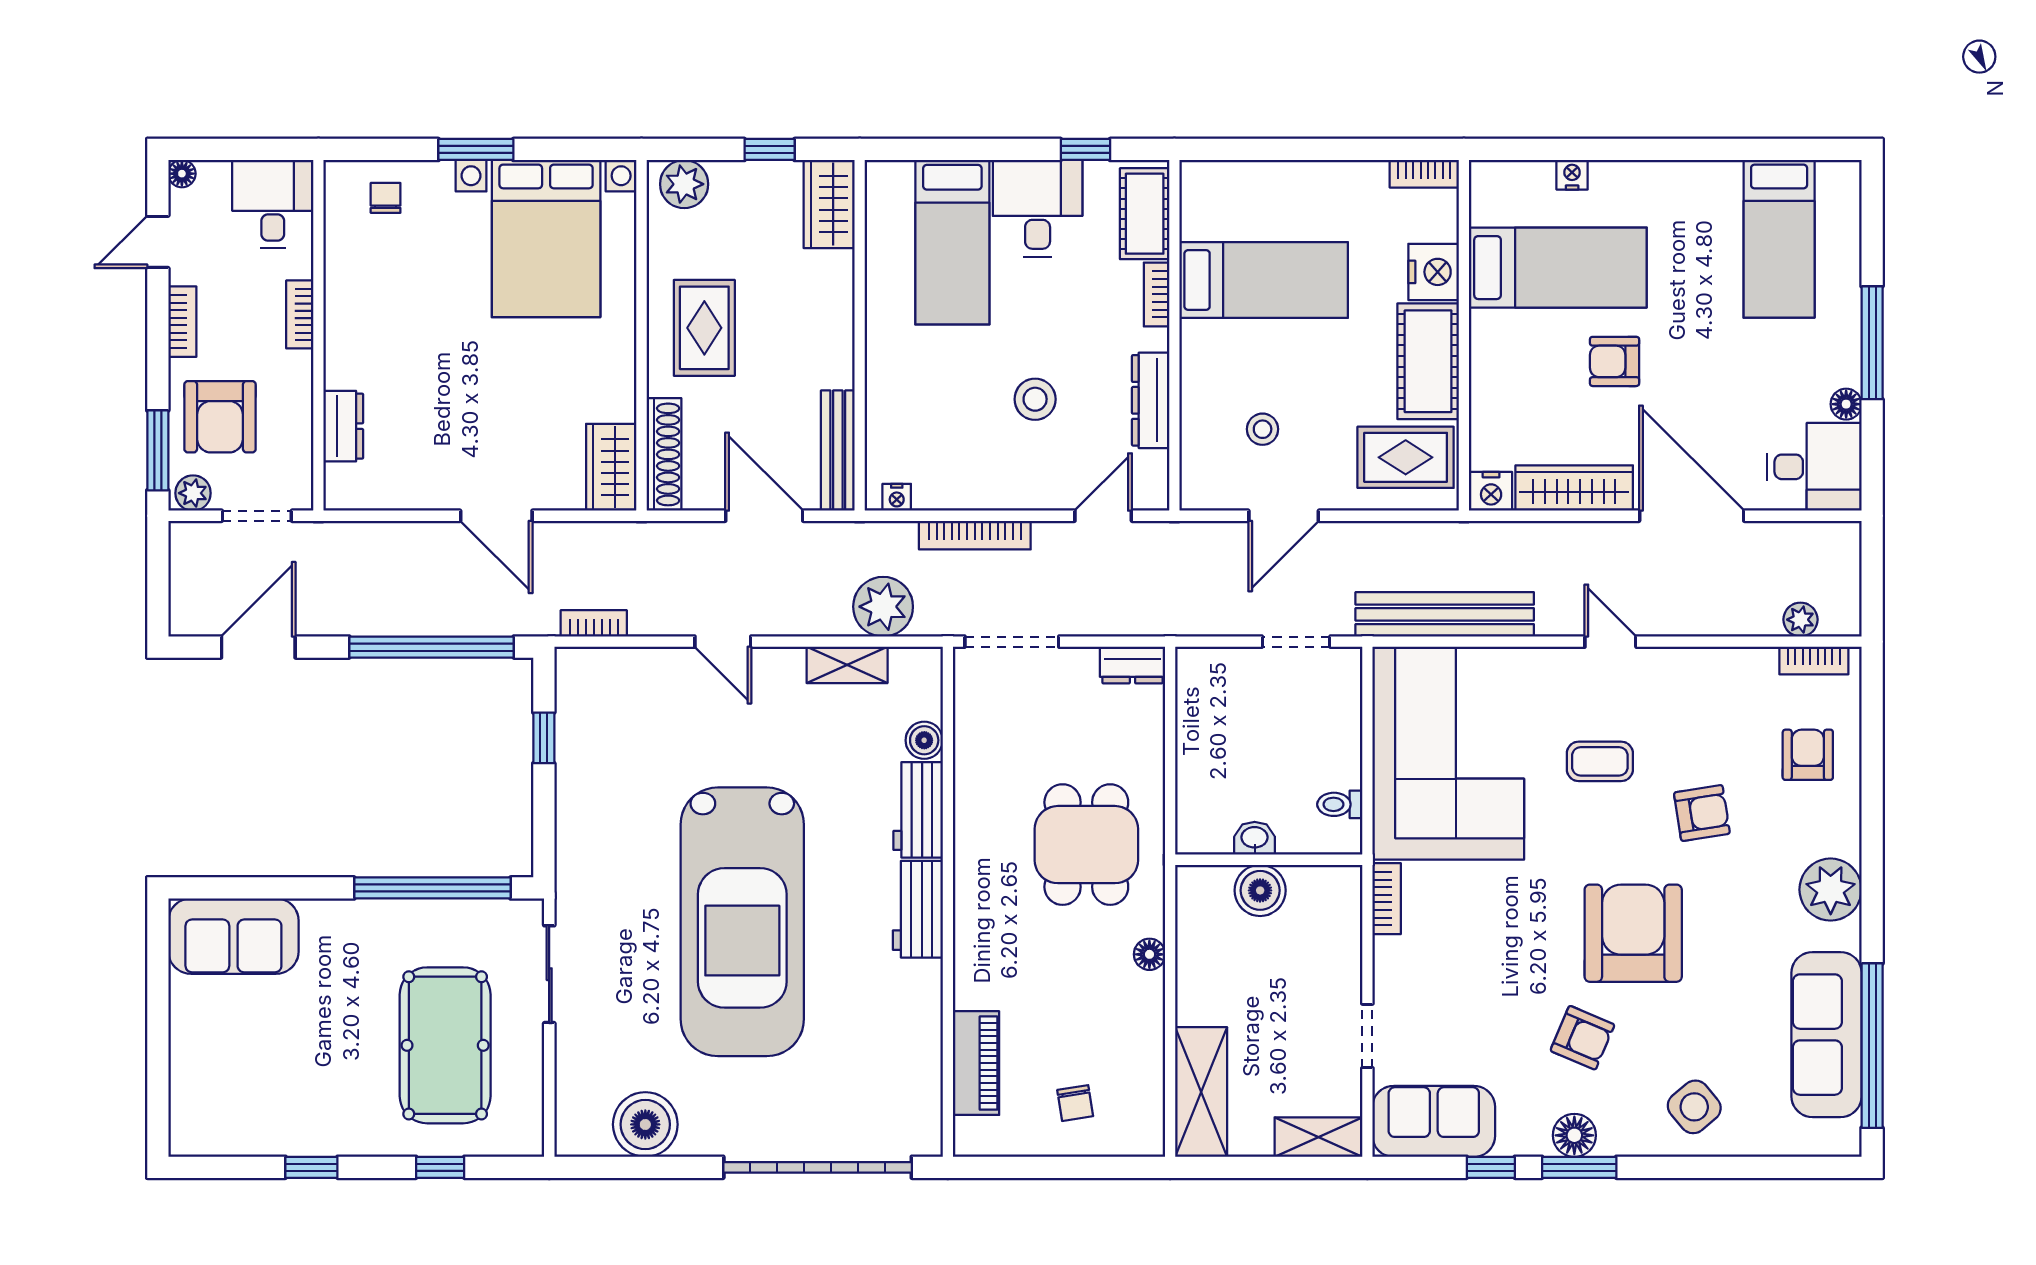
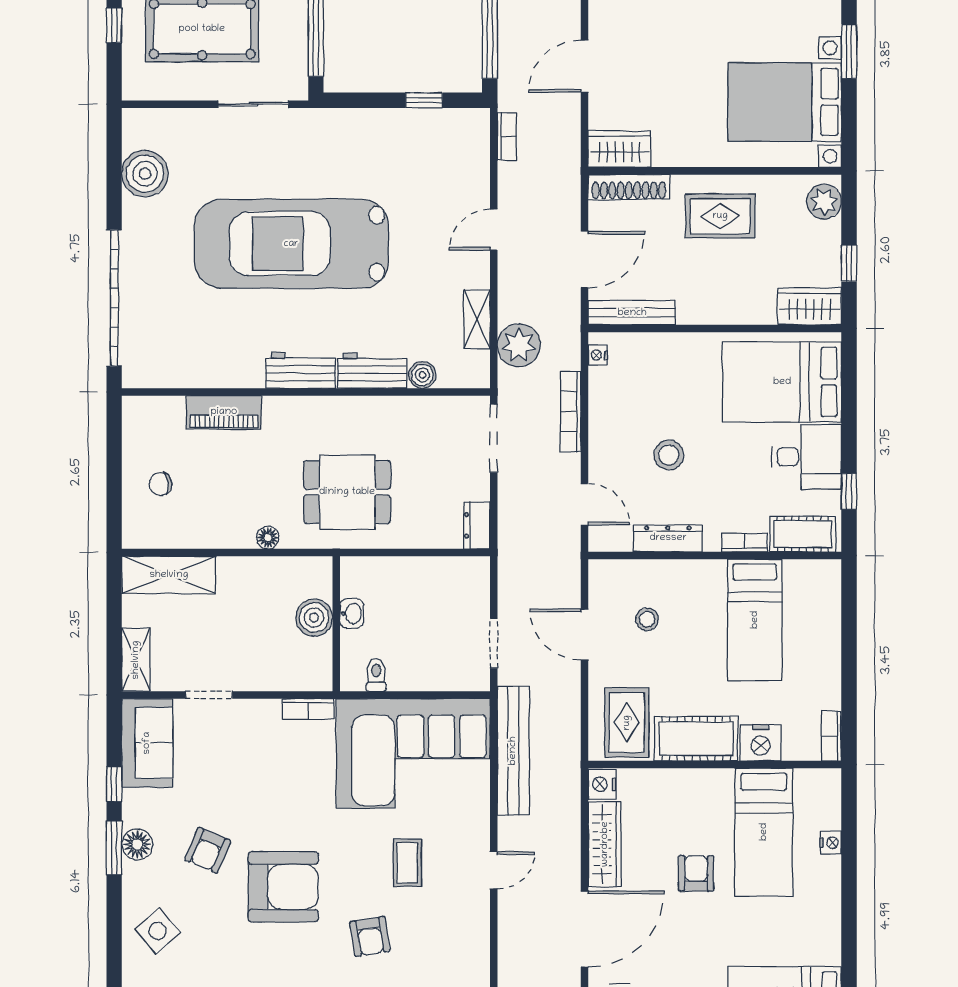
bed: (952, 242) -> (782, 382), width x1.50
piano: (976, 1063) -> (224, 412), moved

